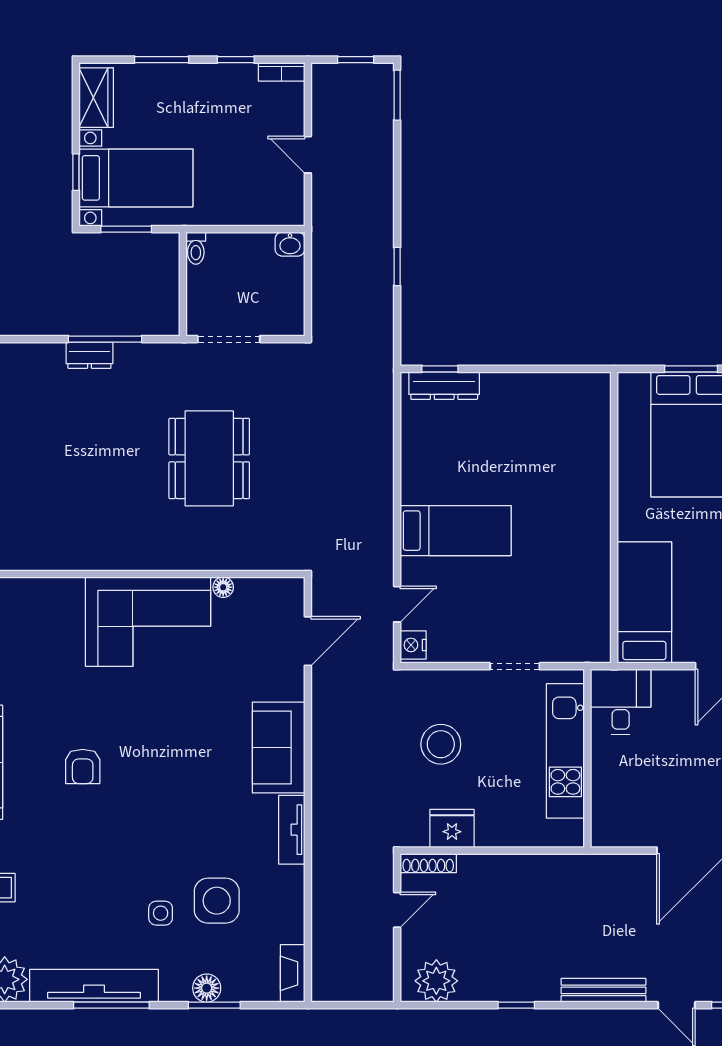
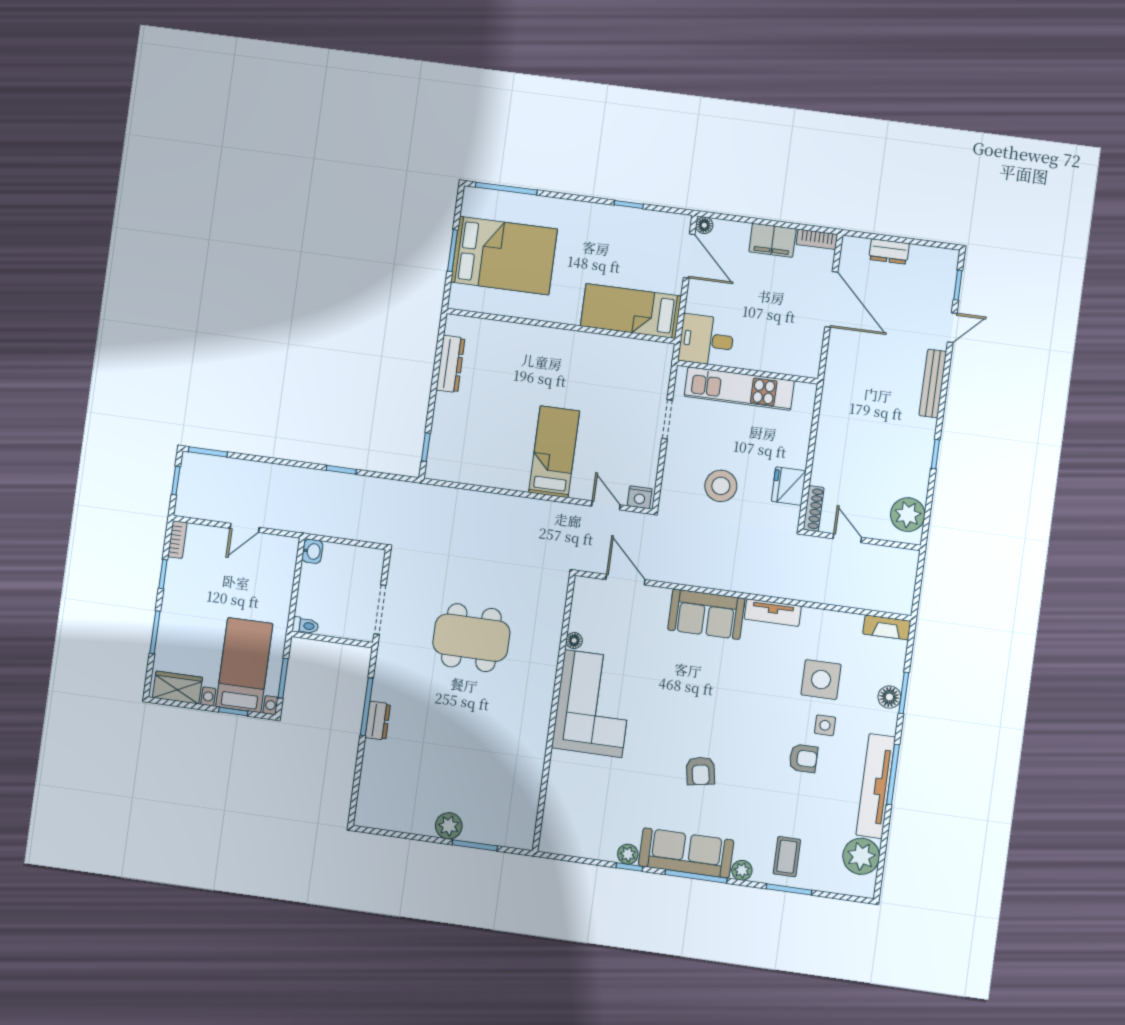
dresser: (444, 386) -> (450, 364), moved
armchair: (83, 766) -> (701, 771), turned 80
armchair: (116, 892) -> (803, 758), added

